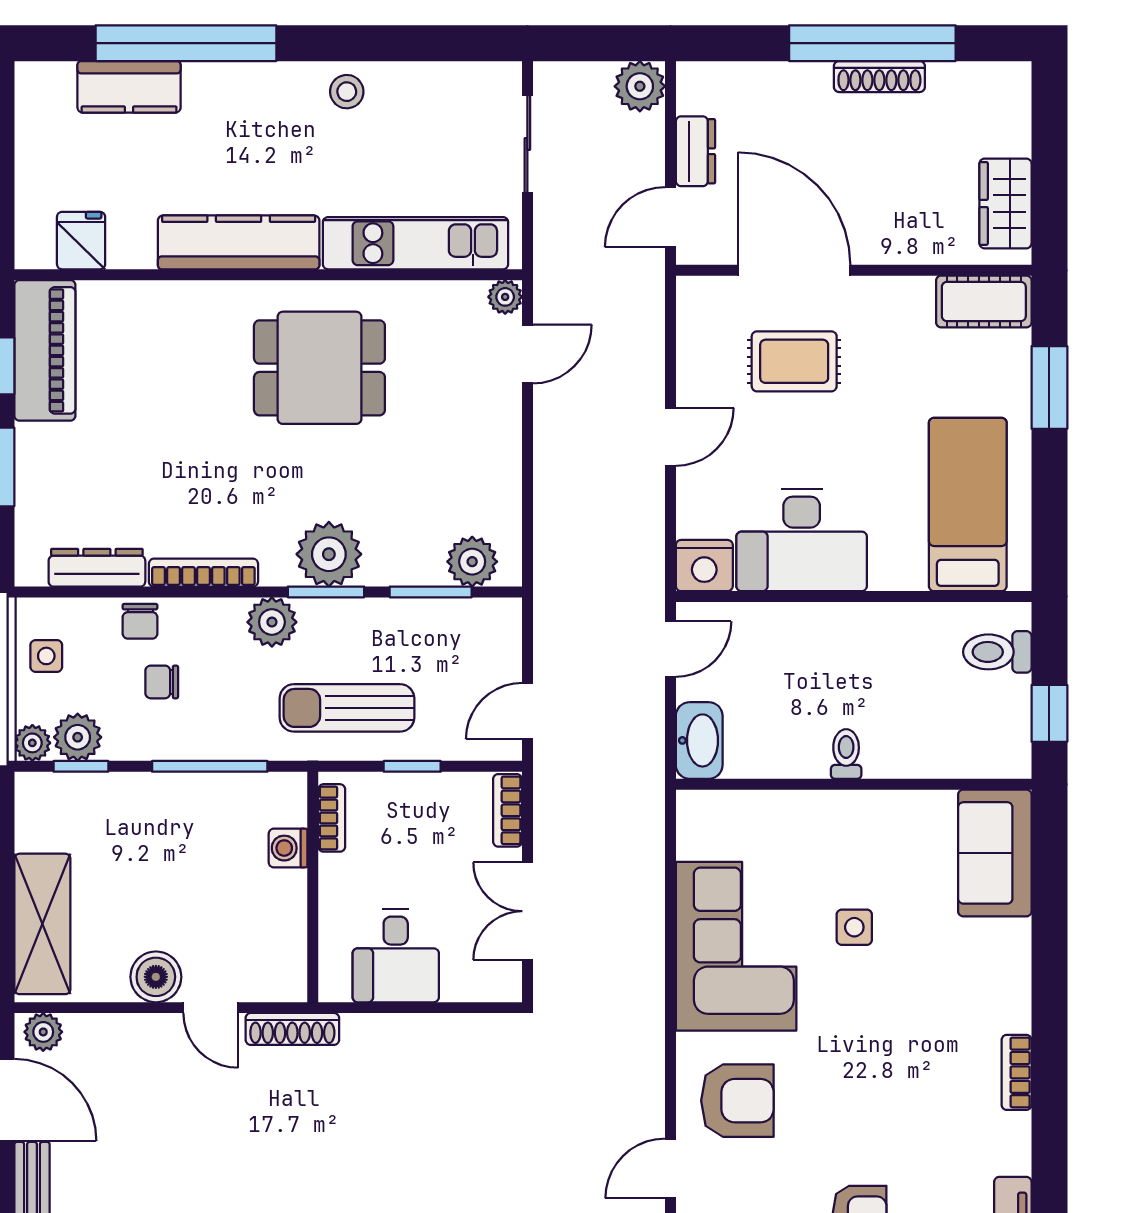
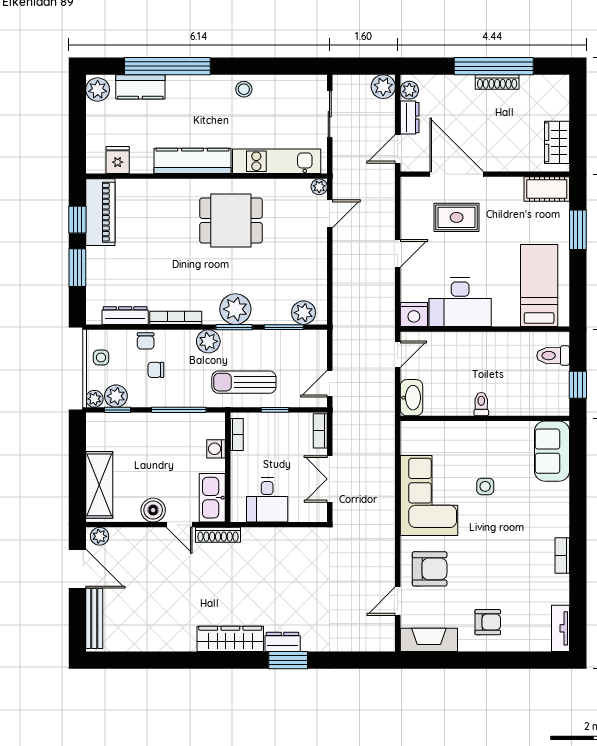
plant: (39, 92) -> (98, 90), added
plant: (695, 94) -> (409, 90), added
kitchen sink: (280, 951) -> (212, 498), added

